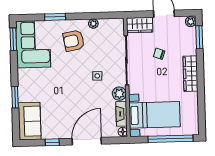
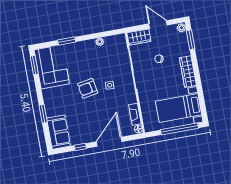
armchair: (74, 41) -> (88, 88), moved
plant: (119, 94) -> (130, 97), removed
bed with nightstands: (154, 115) -> (179, 108), moved, turned 180

